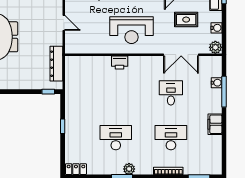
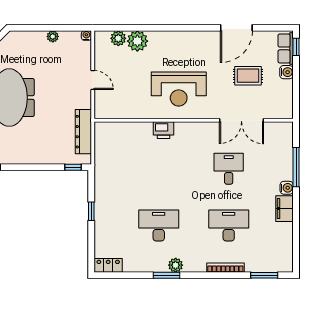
water cooler: (216, 28) -> (287, 72), moved
plant: (215, 47) -> (285, 111), removed
water cooler: (217, 83) -> (287, 188), moved

